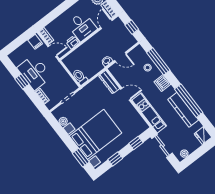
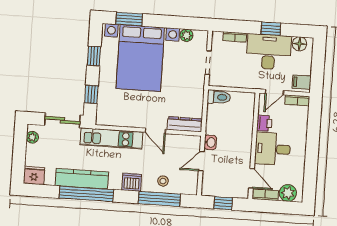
floor lamp: (17, 60) -> (299, 44), added
door: (126, 94) -> (155, 131), hinge flipped

